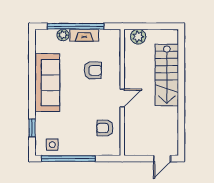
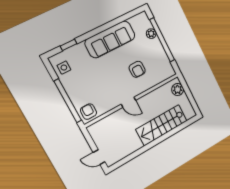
fireplace: (84, 35) -> (159, 50), removed
armchair: (105, 128) -> (89, 112), moved
window: (68, 159) -> (68, 101), moved

